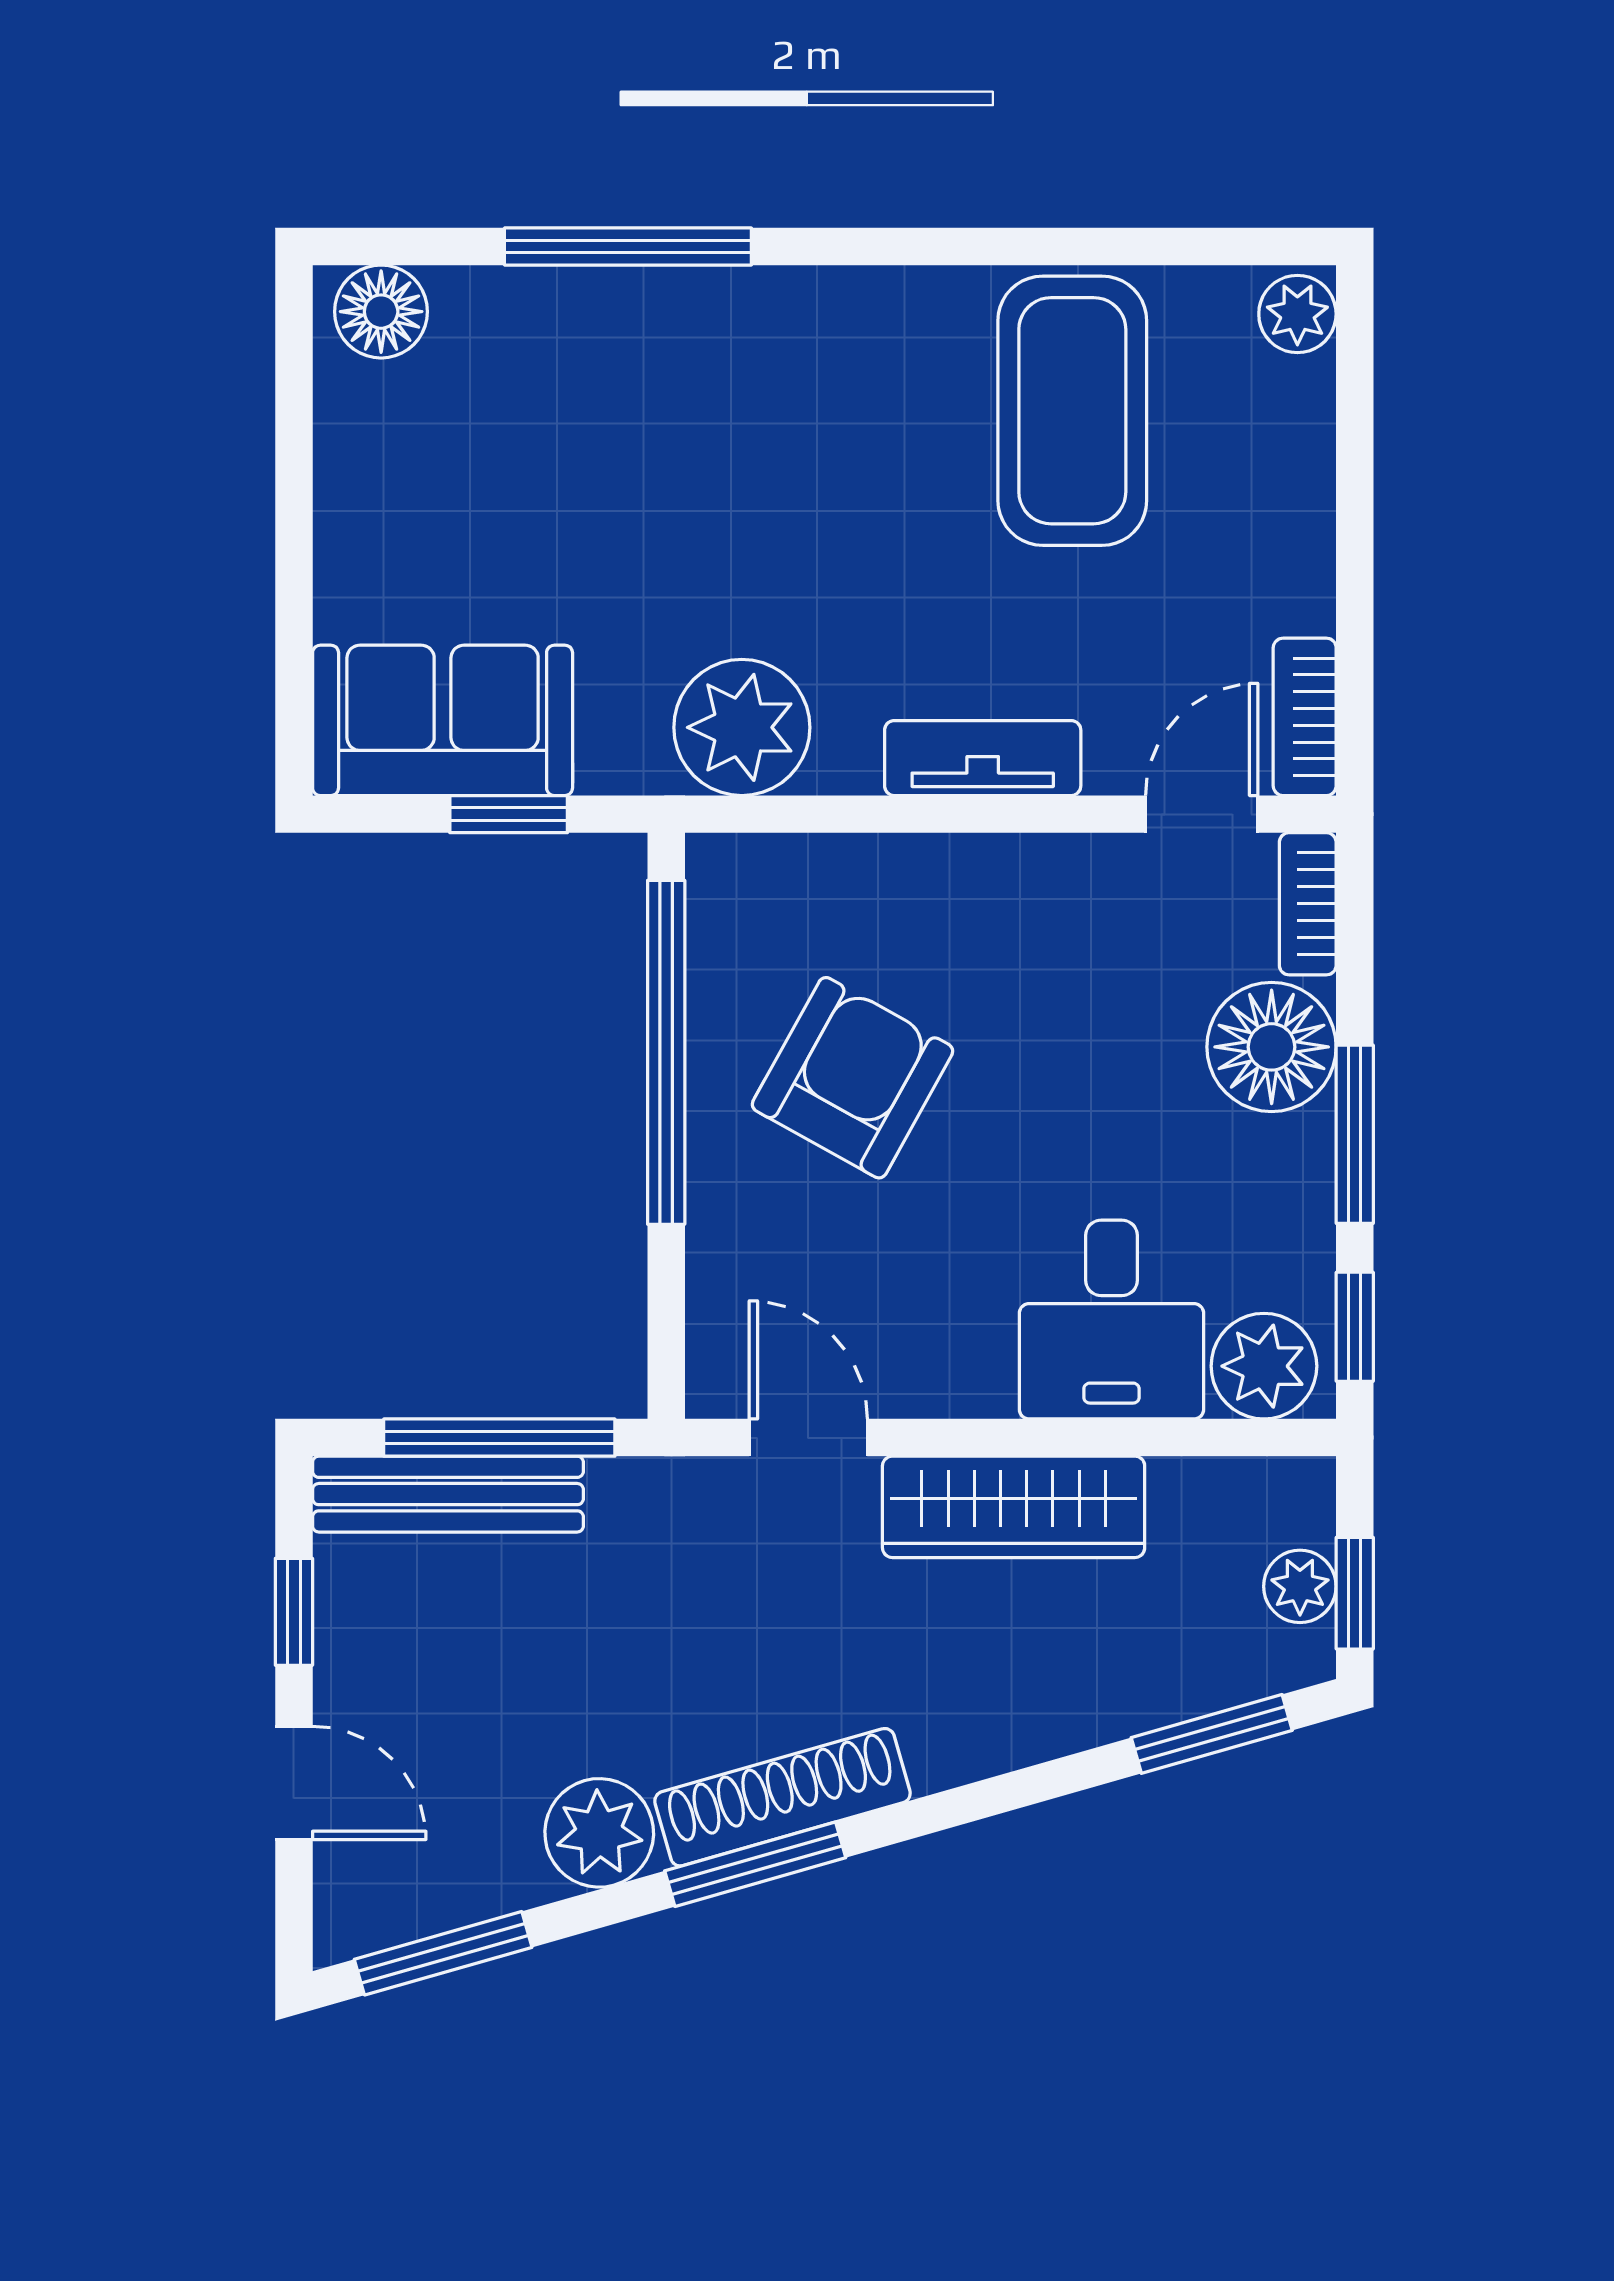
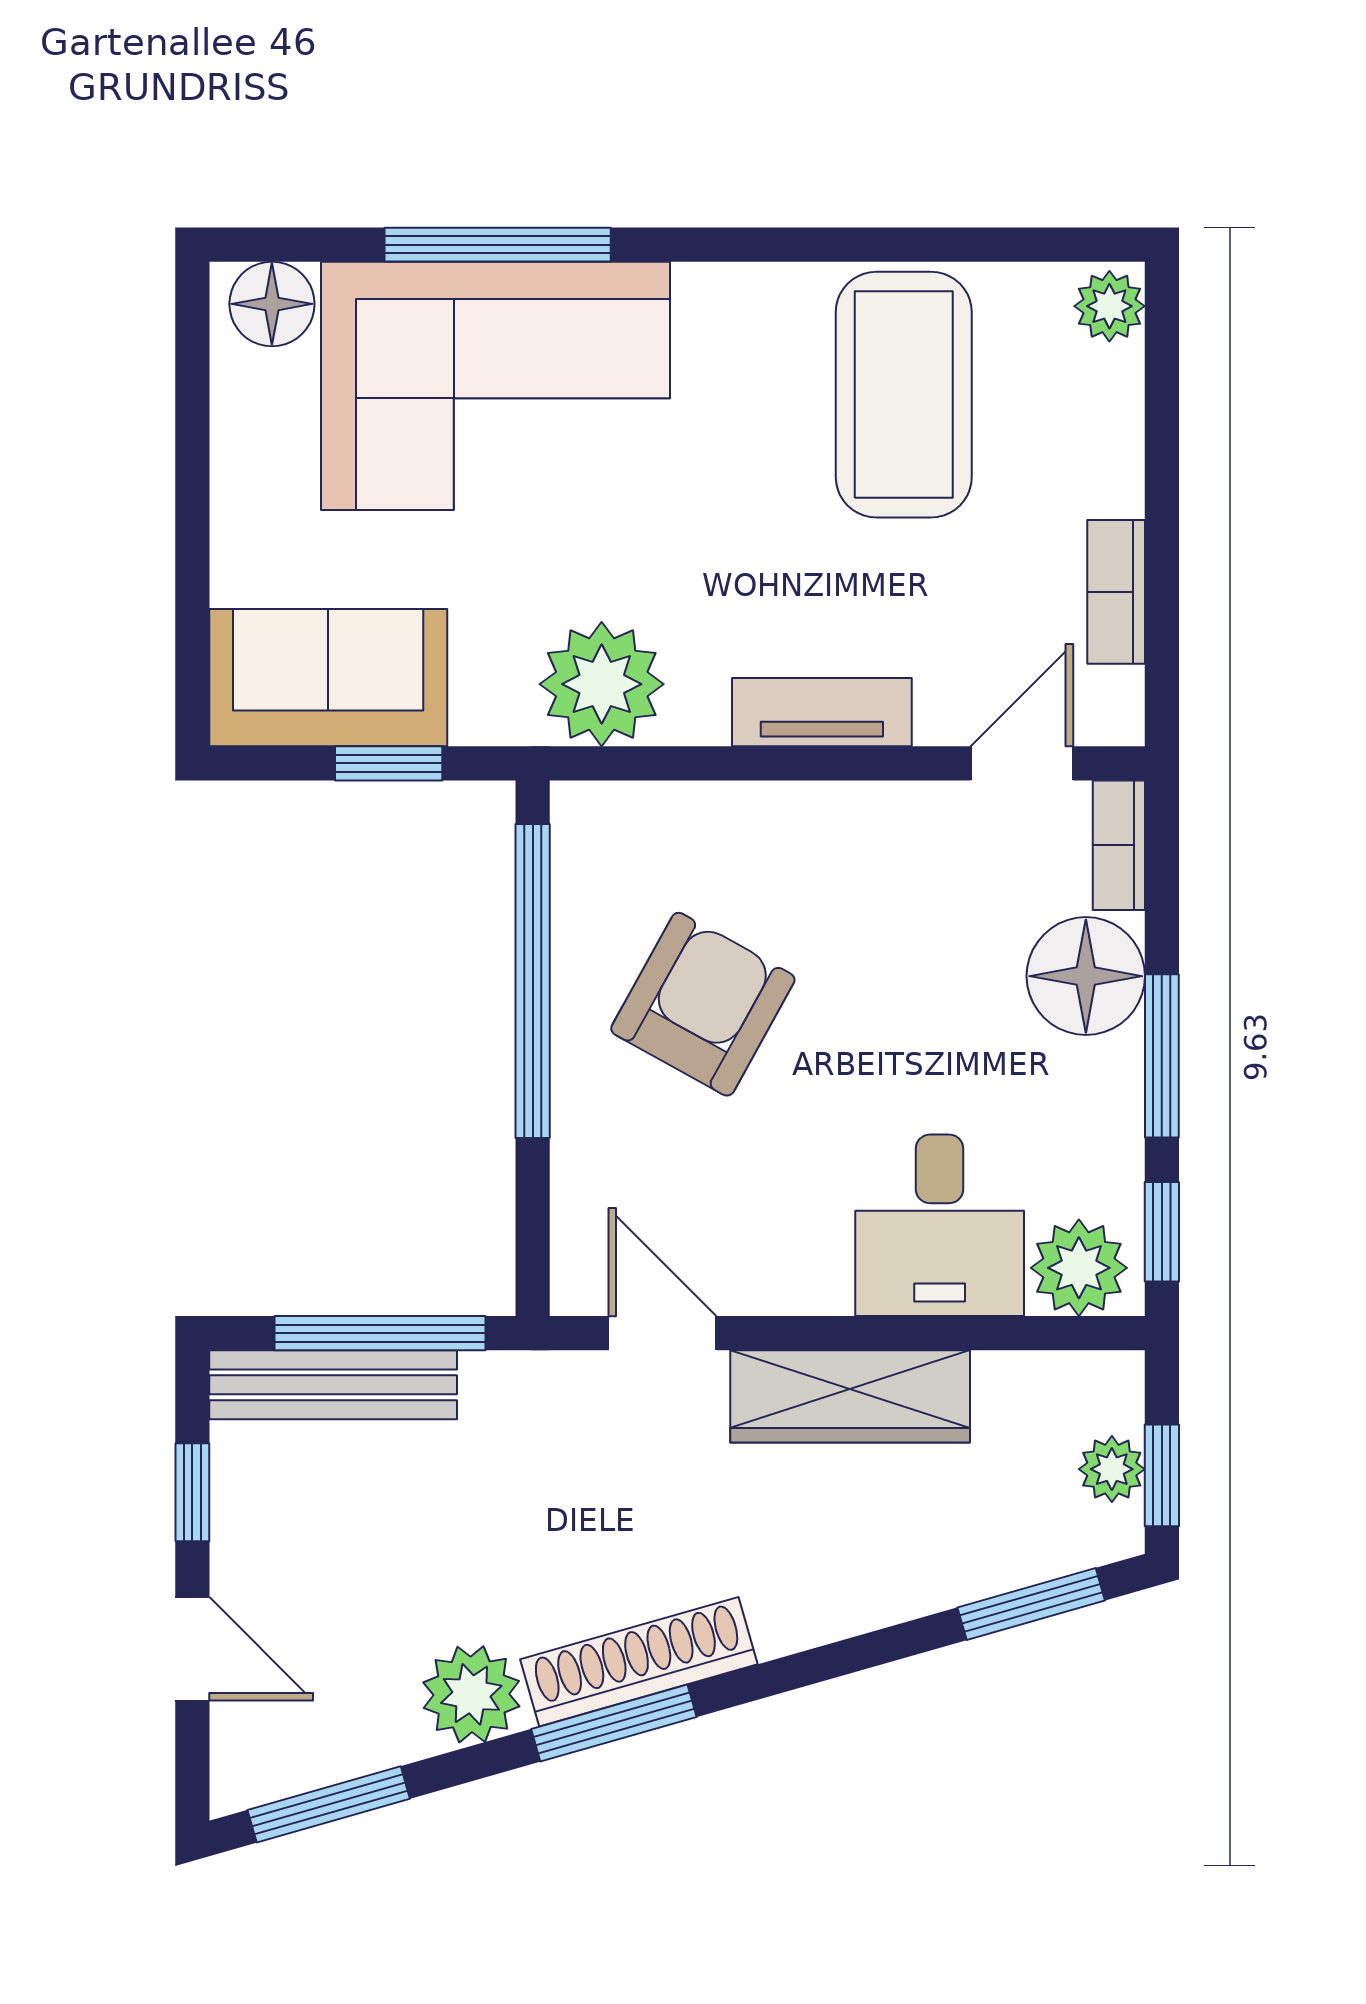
corner sofa: (626, 401) -> (495, 386), added
bookcase: (1305, 717) -> (1116, 592), moved

